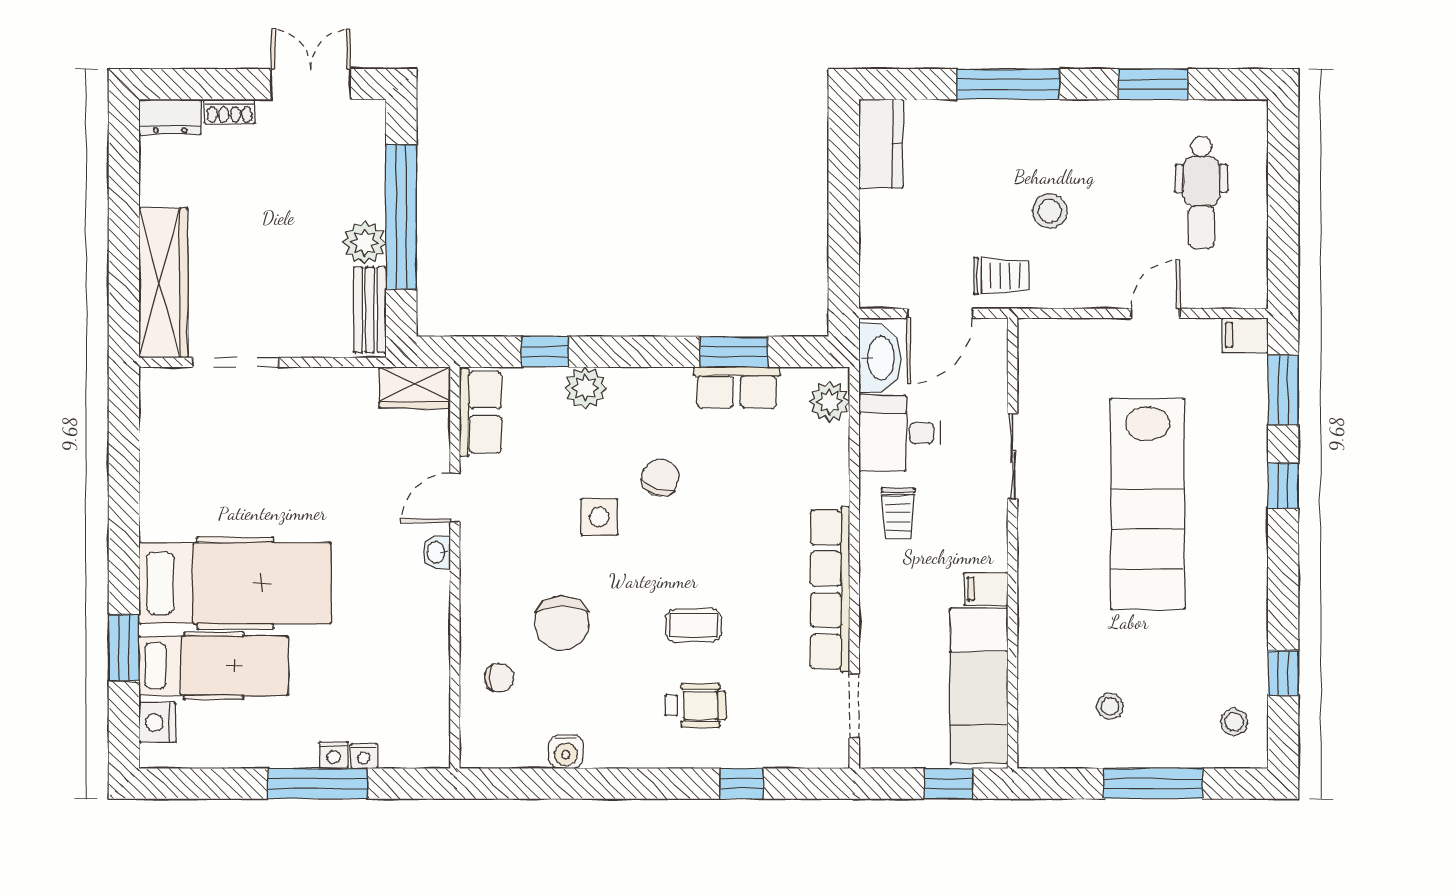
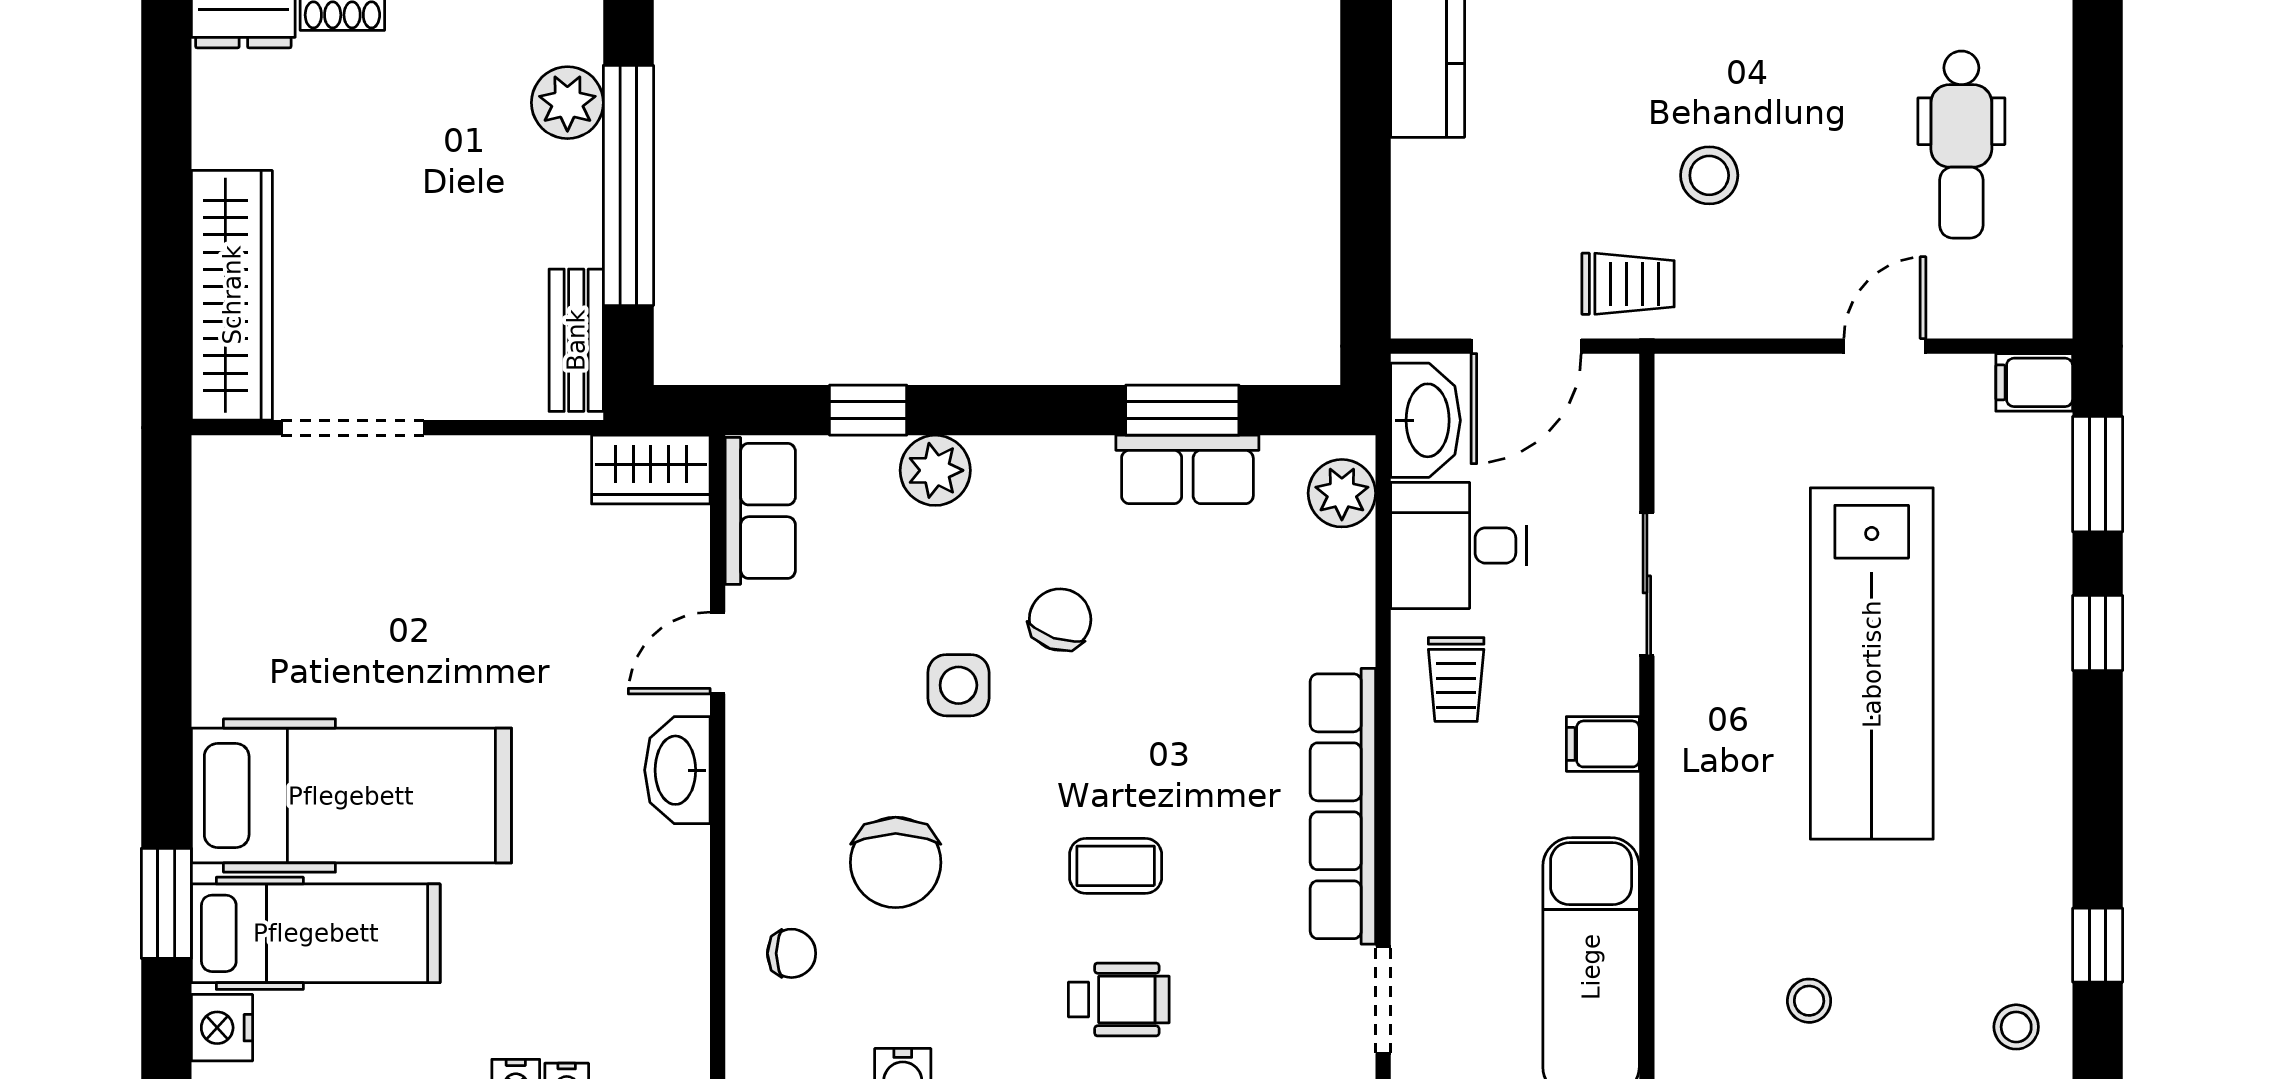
plant: (365, 242) -> (567, 103), moved
washbasin: (437, 552) -> (677, 770), width x1.91, depth x1.45
filing cabinet: (986, 589) -> (1603, 744), moved

